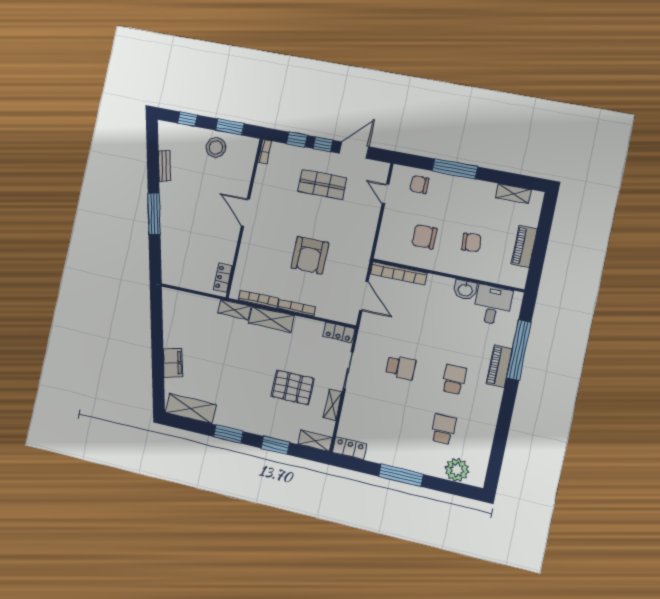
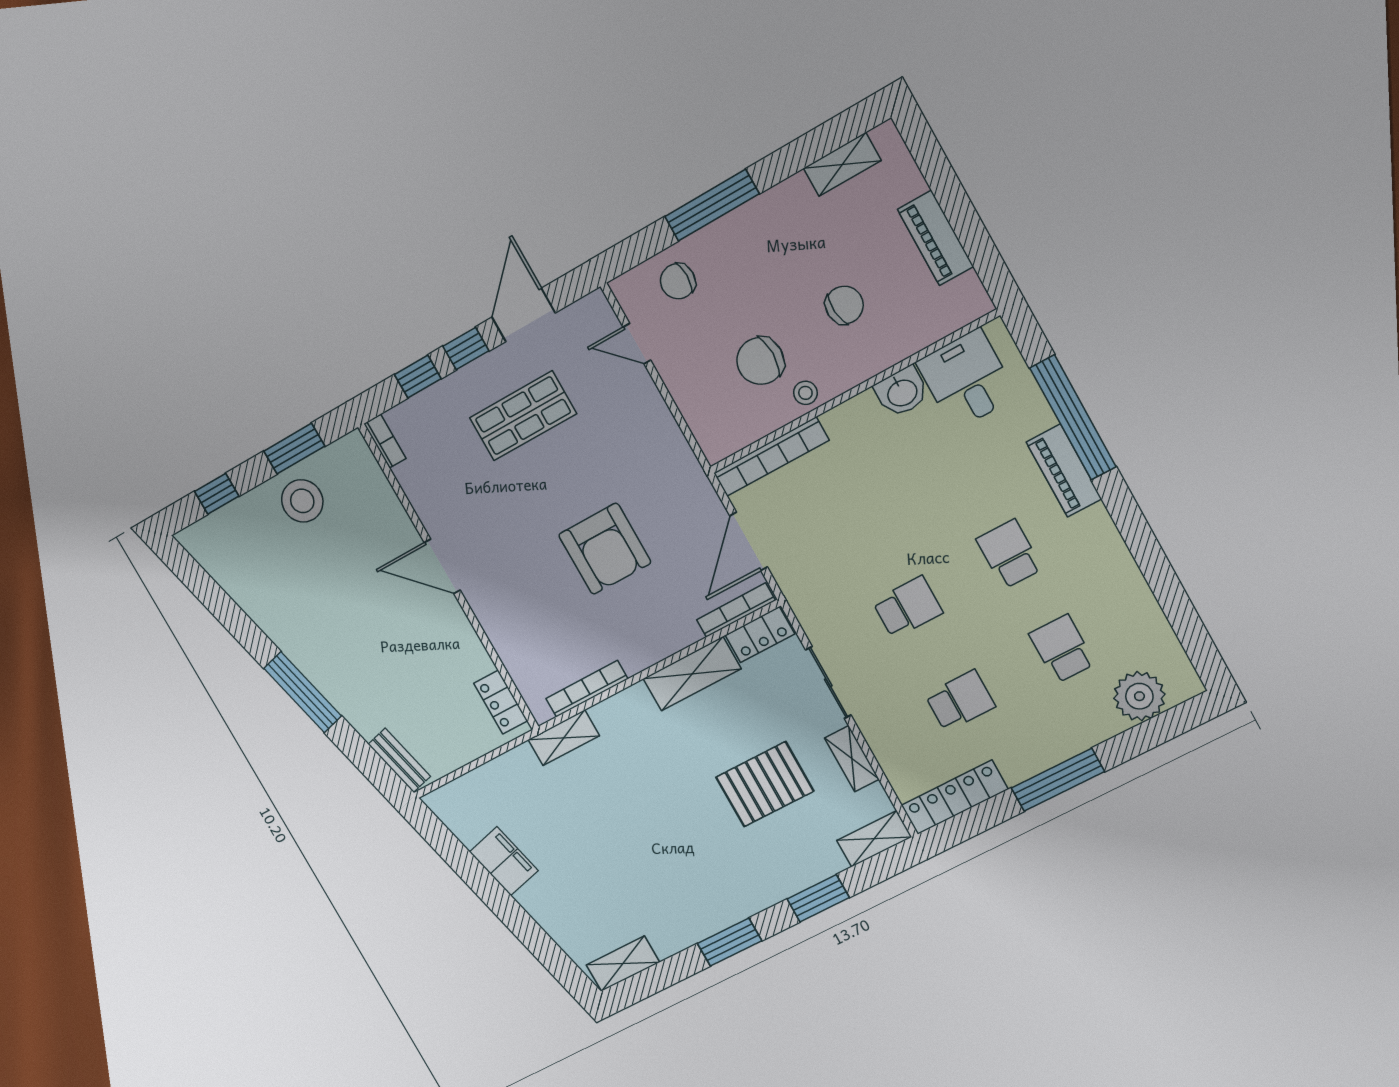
bench: (164, 166) -> (399, 760), moved
stool: (431, 261) -> (805, 393), added
door: (364, 296) -> (749, 541), swing flipped
bookcase: (297, 308) -> (736, 610), moved
shelving: (271, 319) -> (692, 674), moved
filing cabinet: (173, 363) -> (504, 861), moved
shelving: (191, 409) -> (623, 964), width x0.67, depth x0.75
school desk: (390, 417) -> (960, 701), added
locker: (350, 448) -> (955, 797), width x1.53

